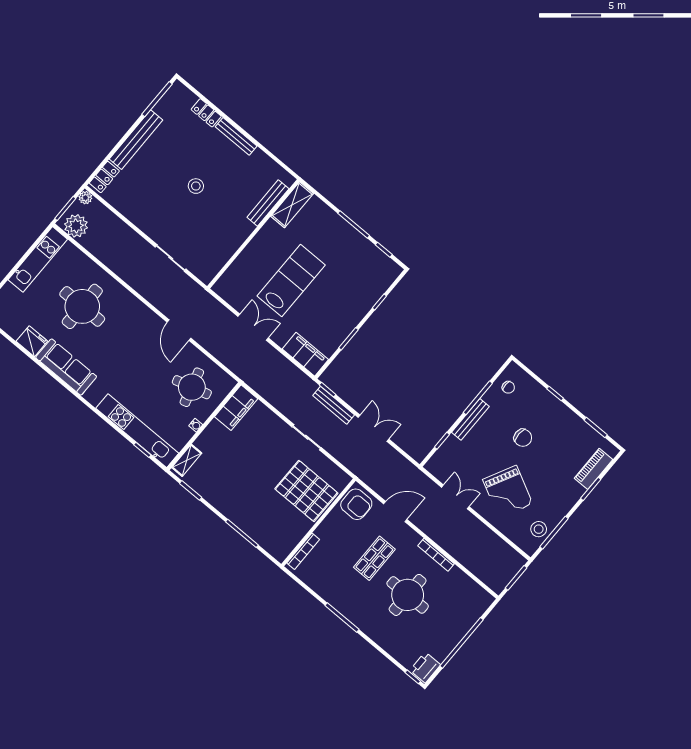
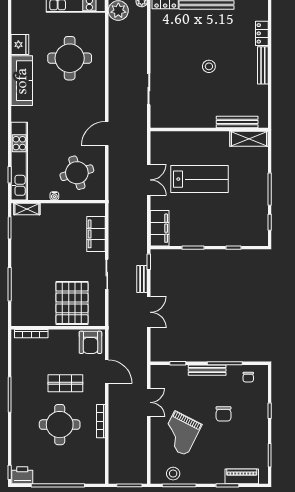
bench: (334, 405) -> (142, 279), width x0.73
filing cabinet: (236, 408) -> (96, 234), moved, turned 90

